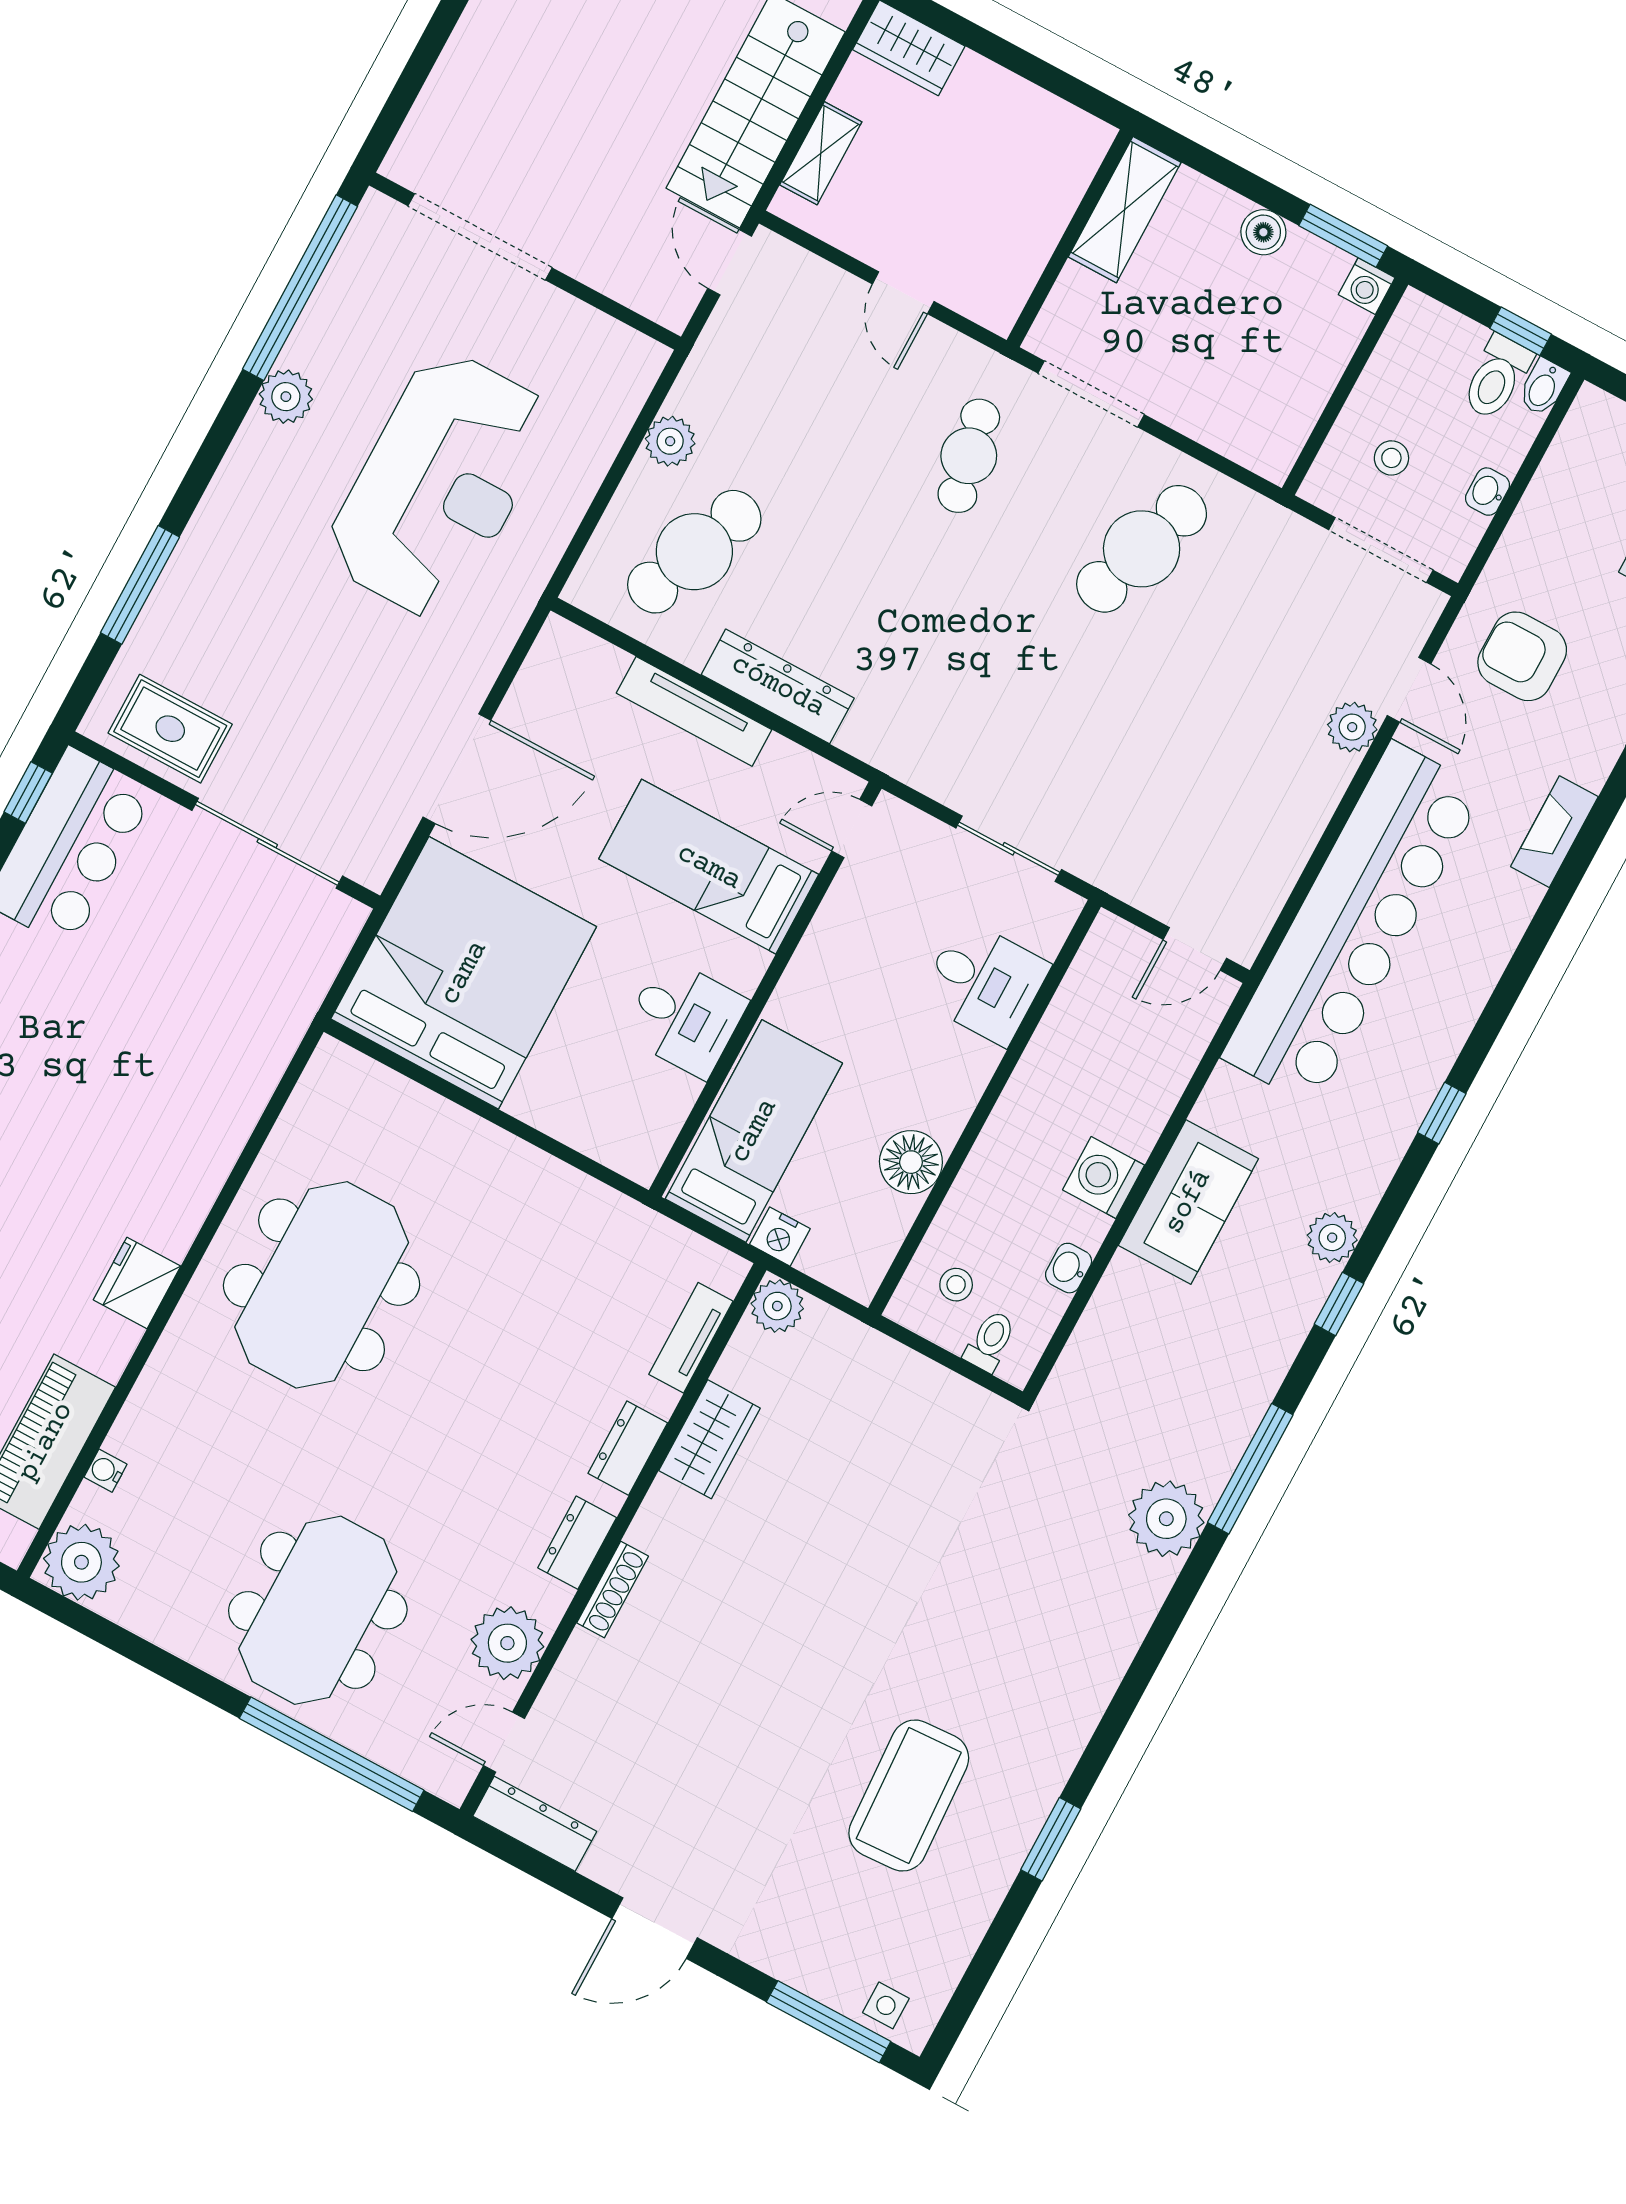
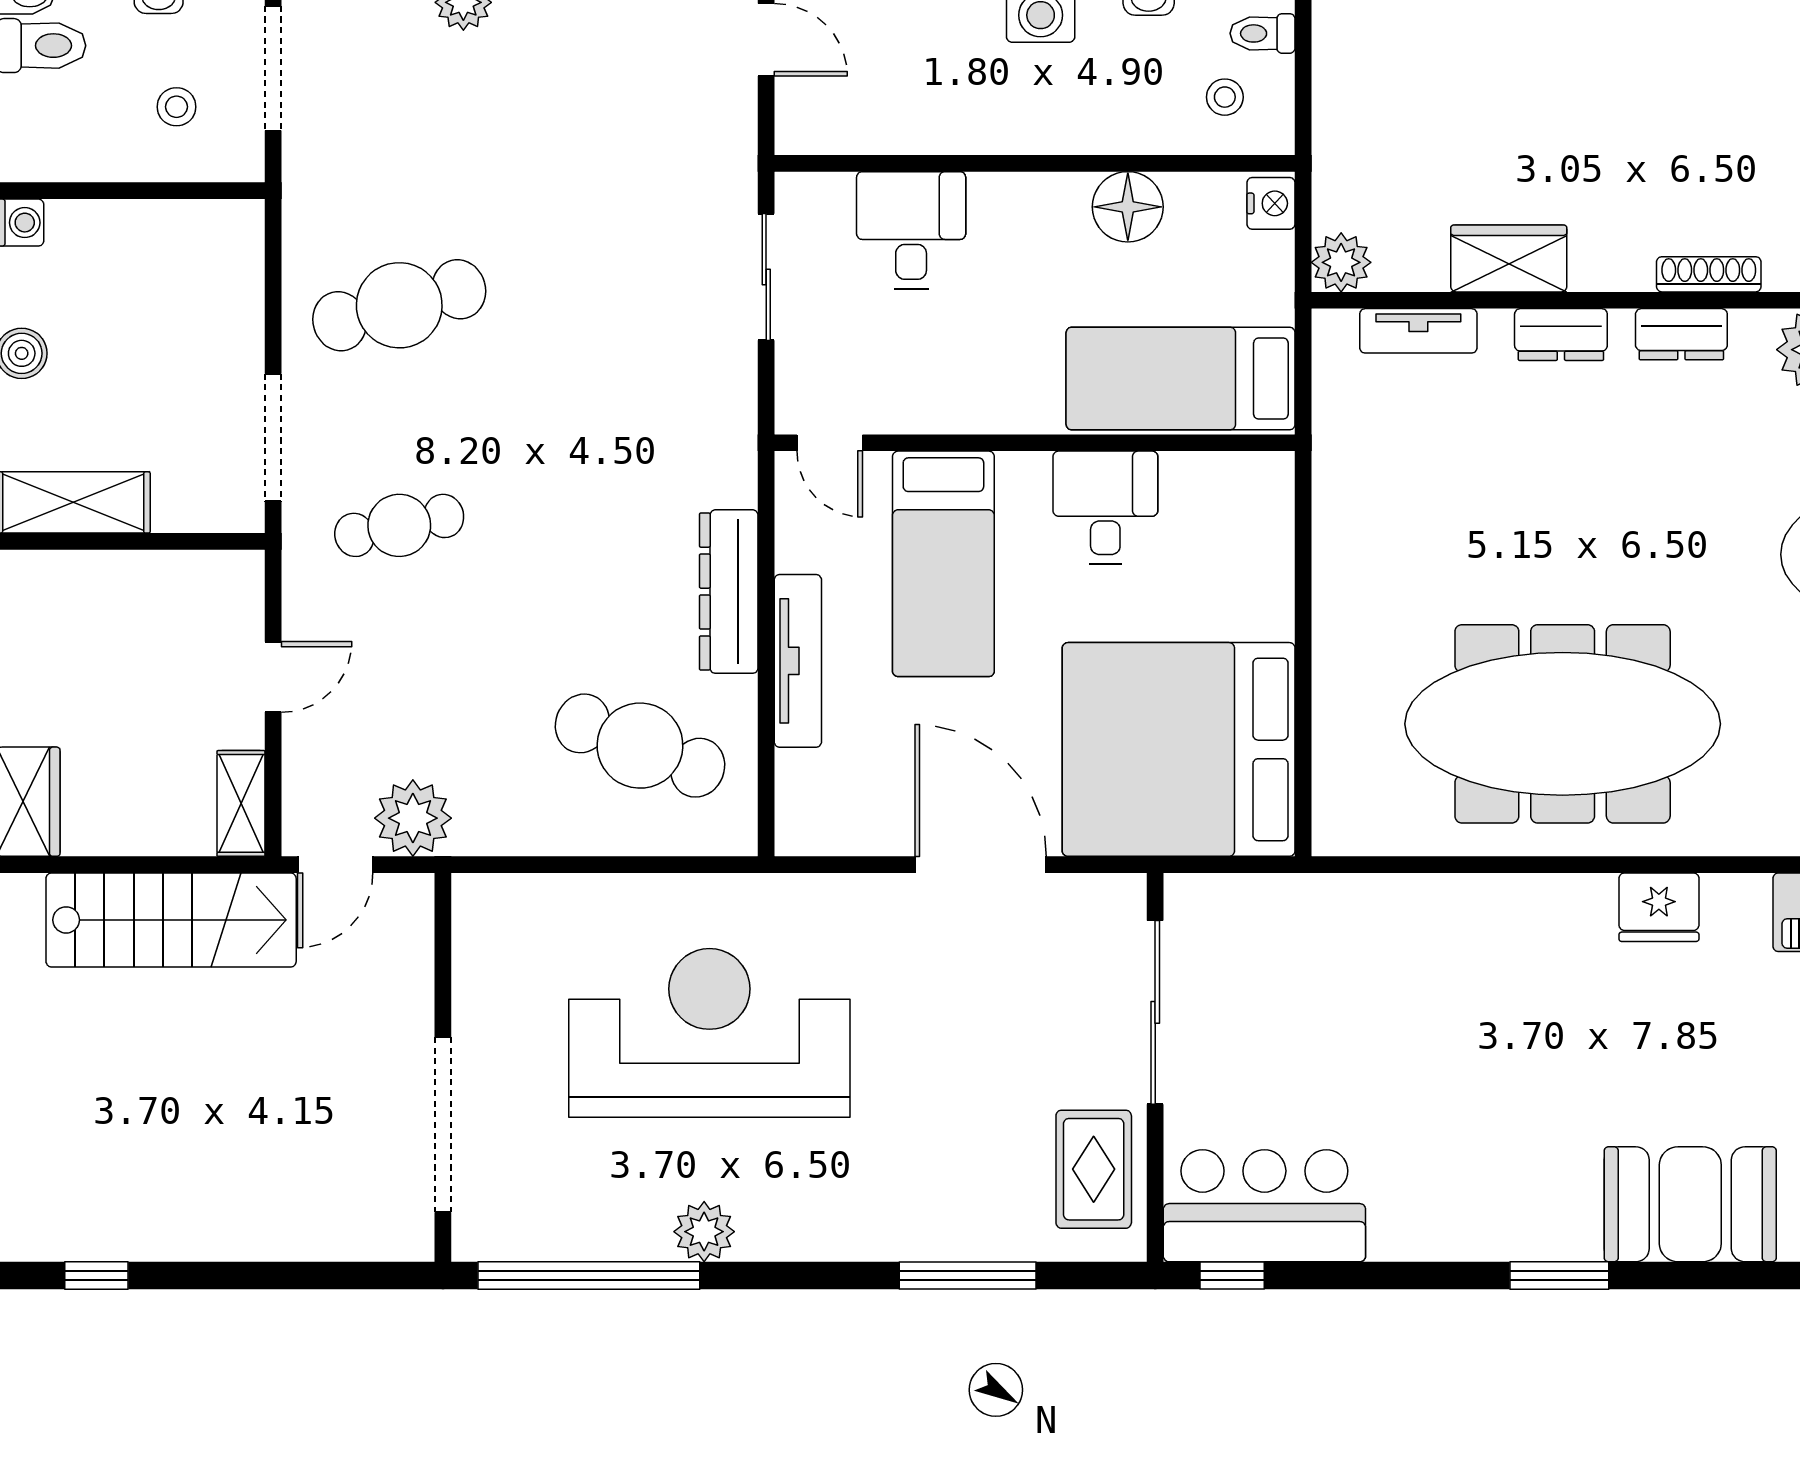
shelving: (821, 153) -> (241, 803), moved, turned 90
plant: (670, 441) -> (413, 818), moved, width x1.36, depth x1.36
cafe table: (1142, 549) -> (399, 305), turned -33
nightstand: (780, 1237) -> (1271, 203), moved
meeting table: (322, 1285) -> (1563, 724), width x1.36

